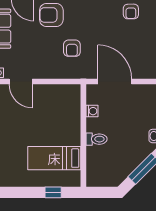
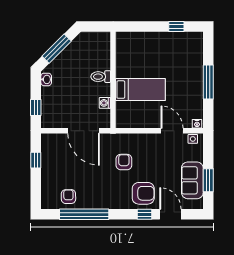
bed: (54, 158) -> (140, 90), moved
window: (53, 192) -> (176, 27), moved

